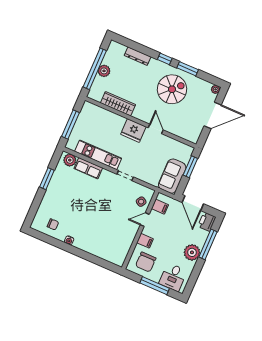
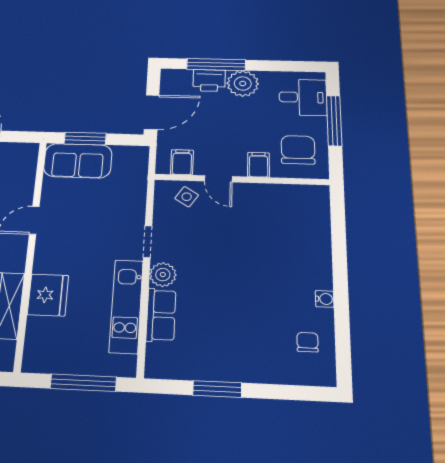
fridge: (133, 130) -> (48, 295), moved
plant: (70, 160) -> (163, 275), moved
sofa: (172, 176) -> (78, 161), moved
printer: (207, 222) -> (209, 80), moved
chair: (146, 262) -> (298, 150), turned -90

